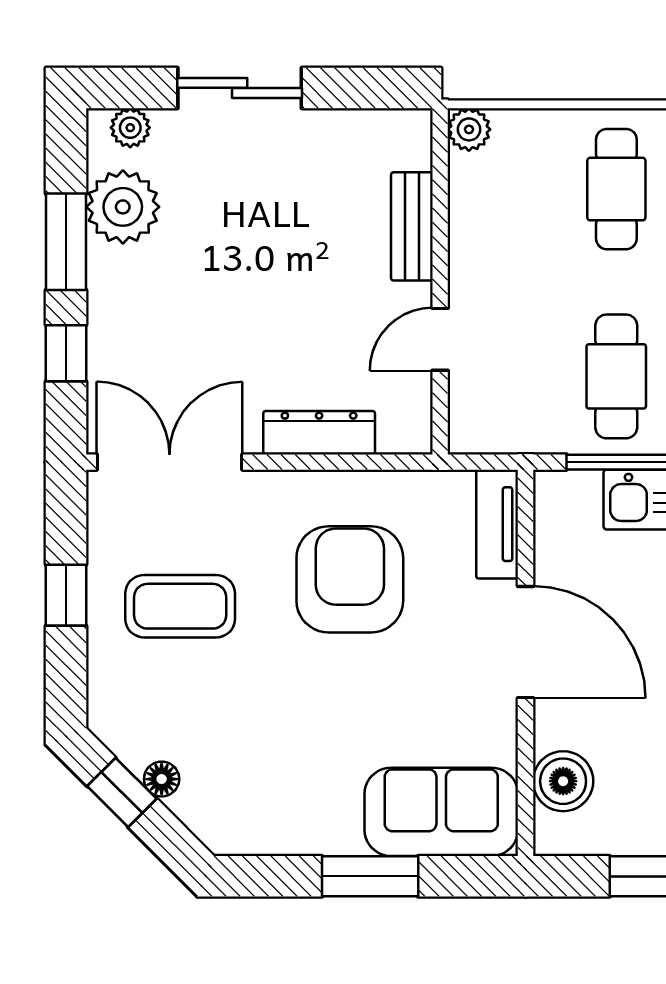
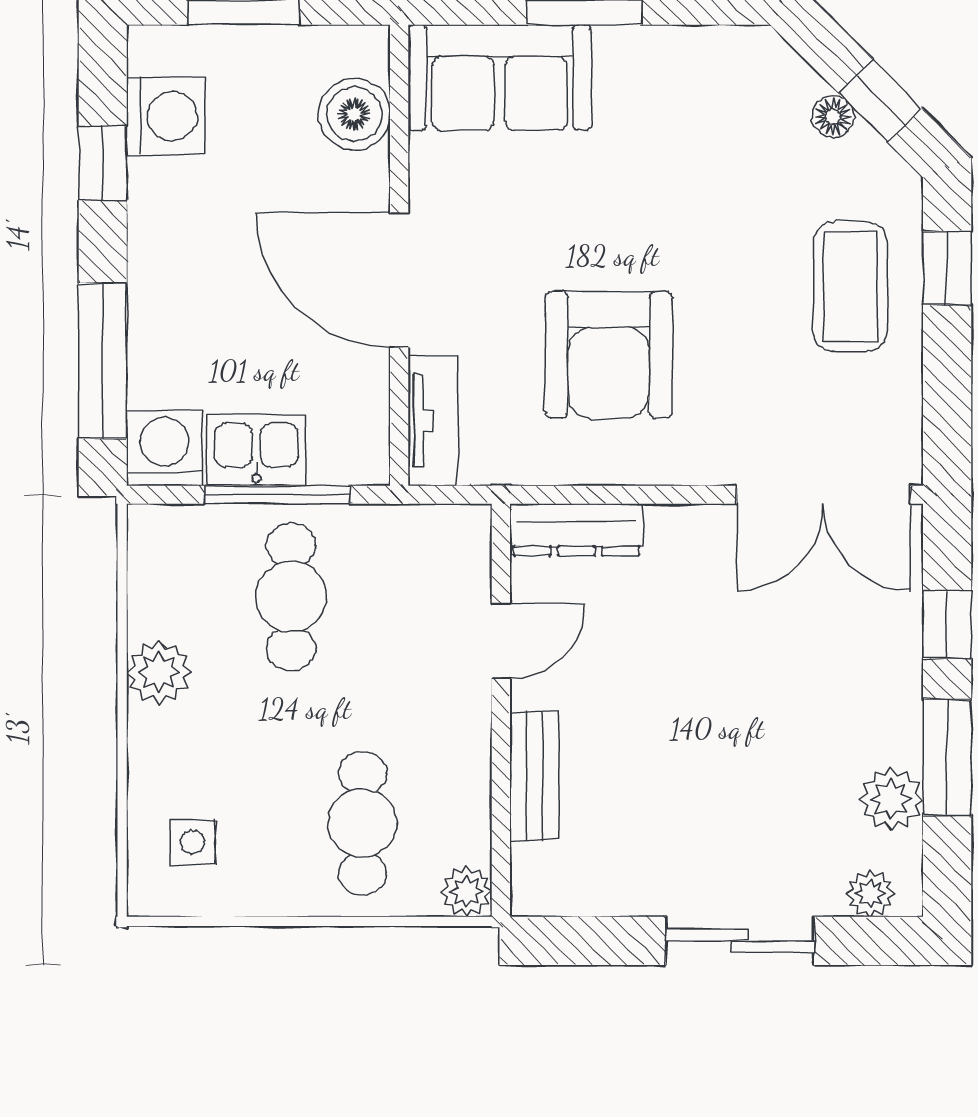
cafe table: (616, 189) -> (363, 823), moved
plant: (123, 207) -> (891, 799), width x0.73, depth x0.73
dresser: (319, 433) -> (576, 530), moved
window: (66, 595) -> (947, 268), moved
coffee table: (180, 606) -> (850, 287), moved, turned 90

